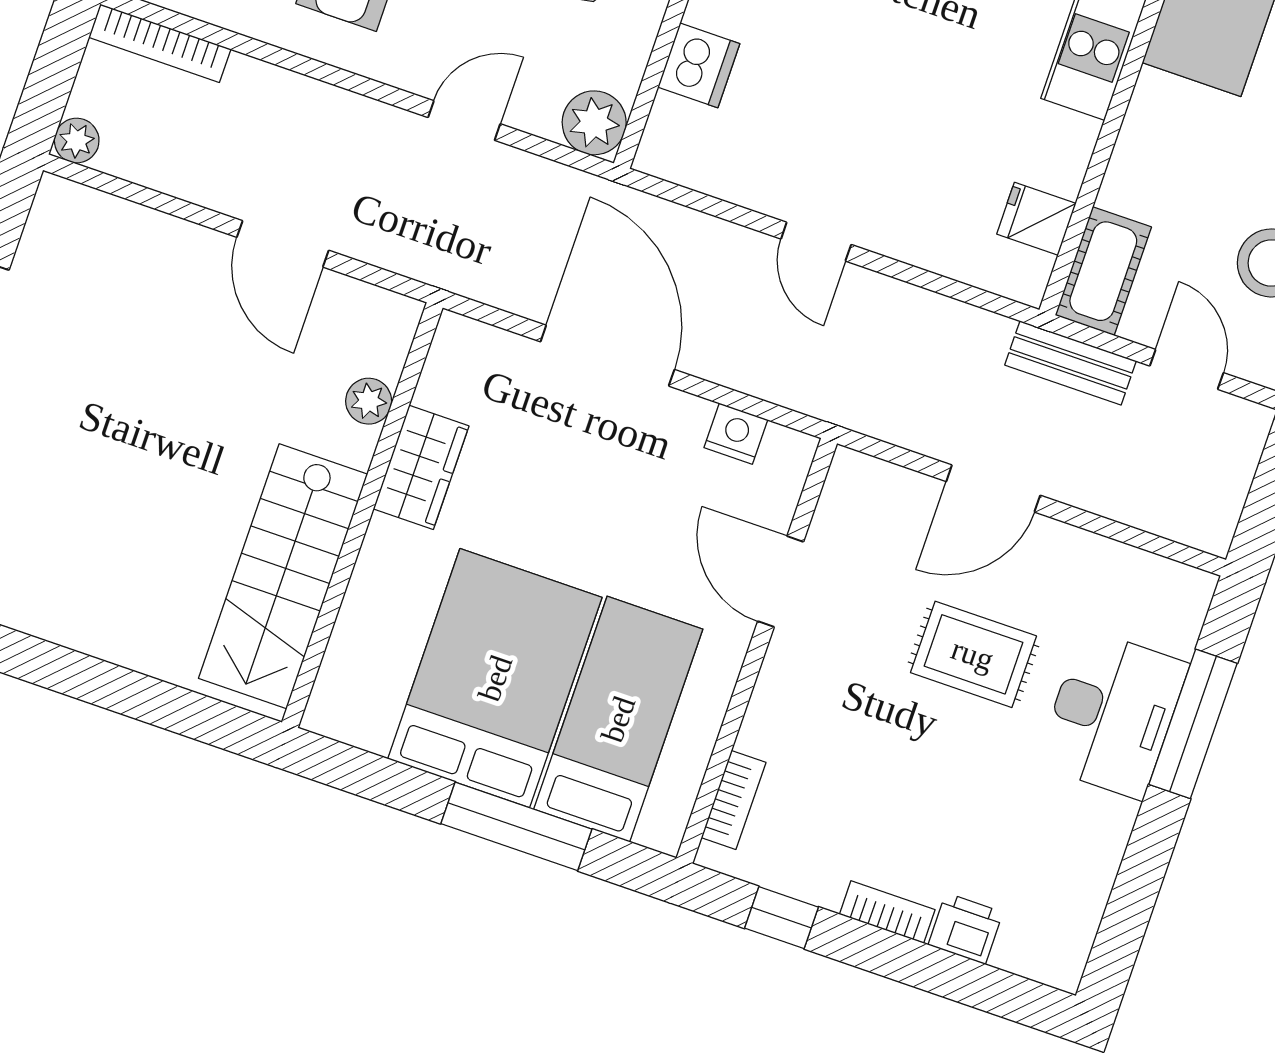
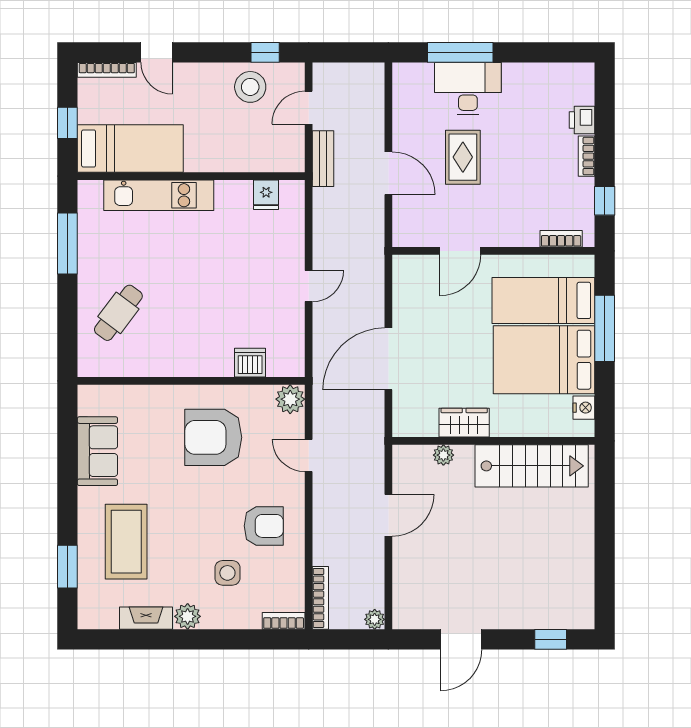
cot: (1103, 271) -> (279, 158), removed
nightstand: (736, 434) -> (584, 408), moved, turned 180

